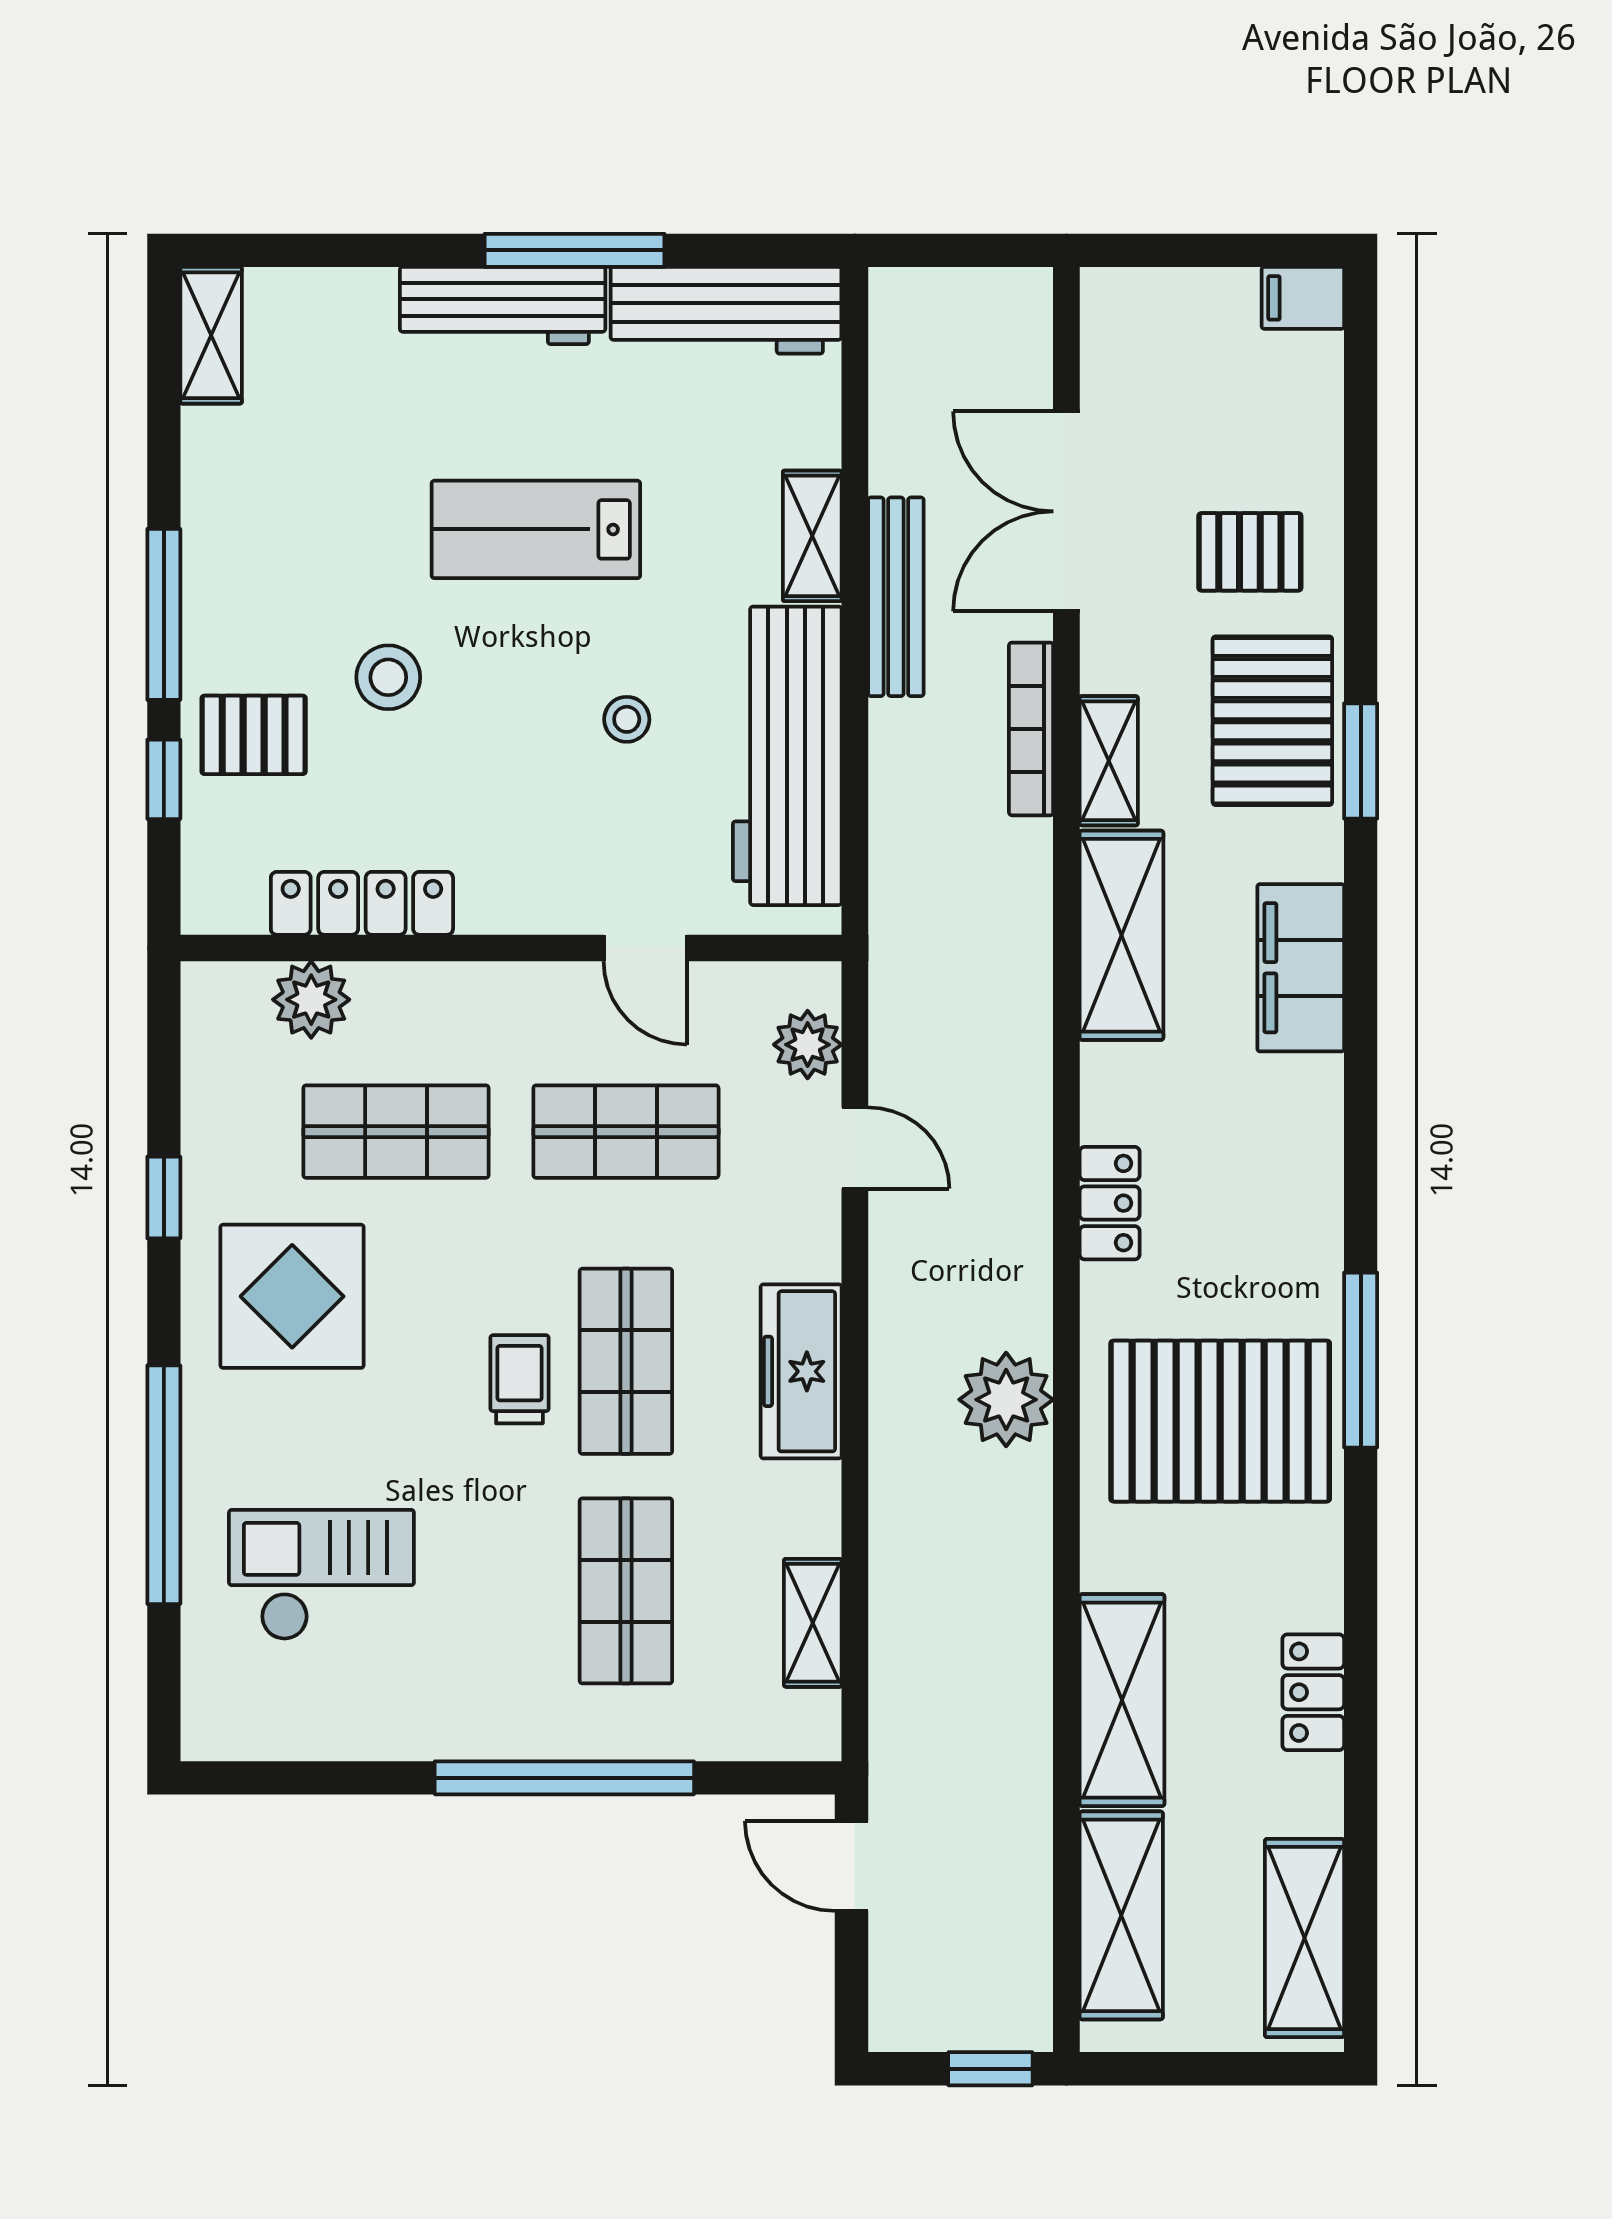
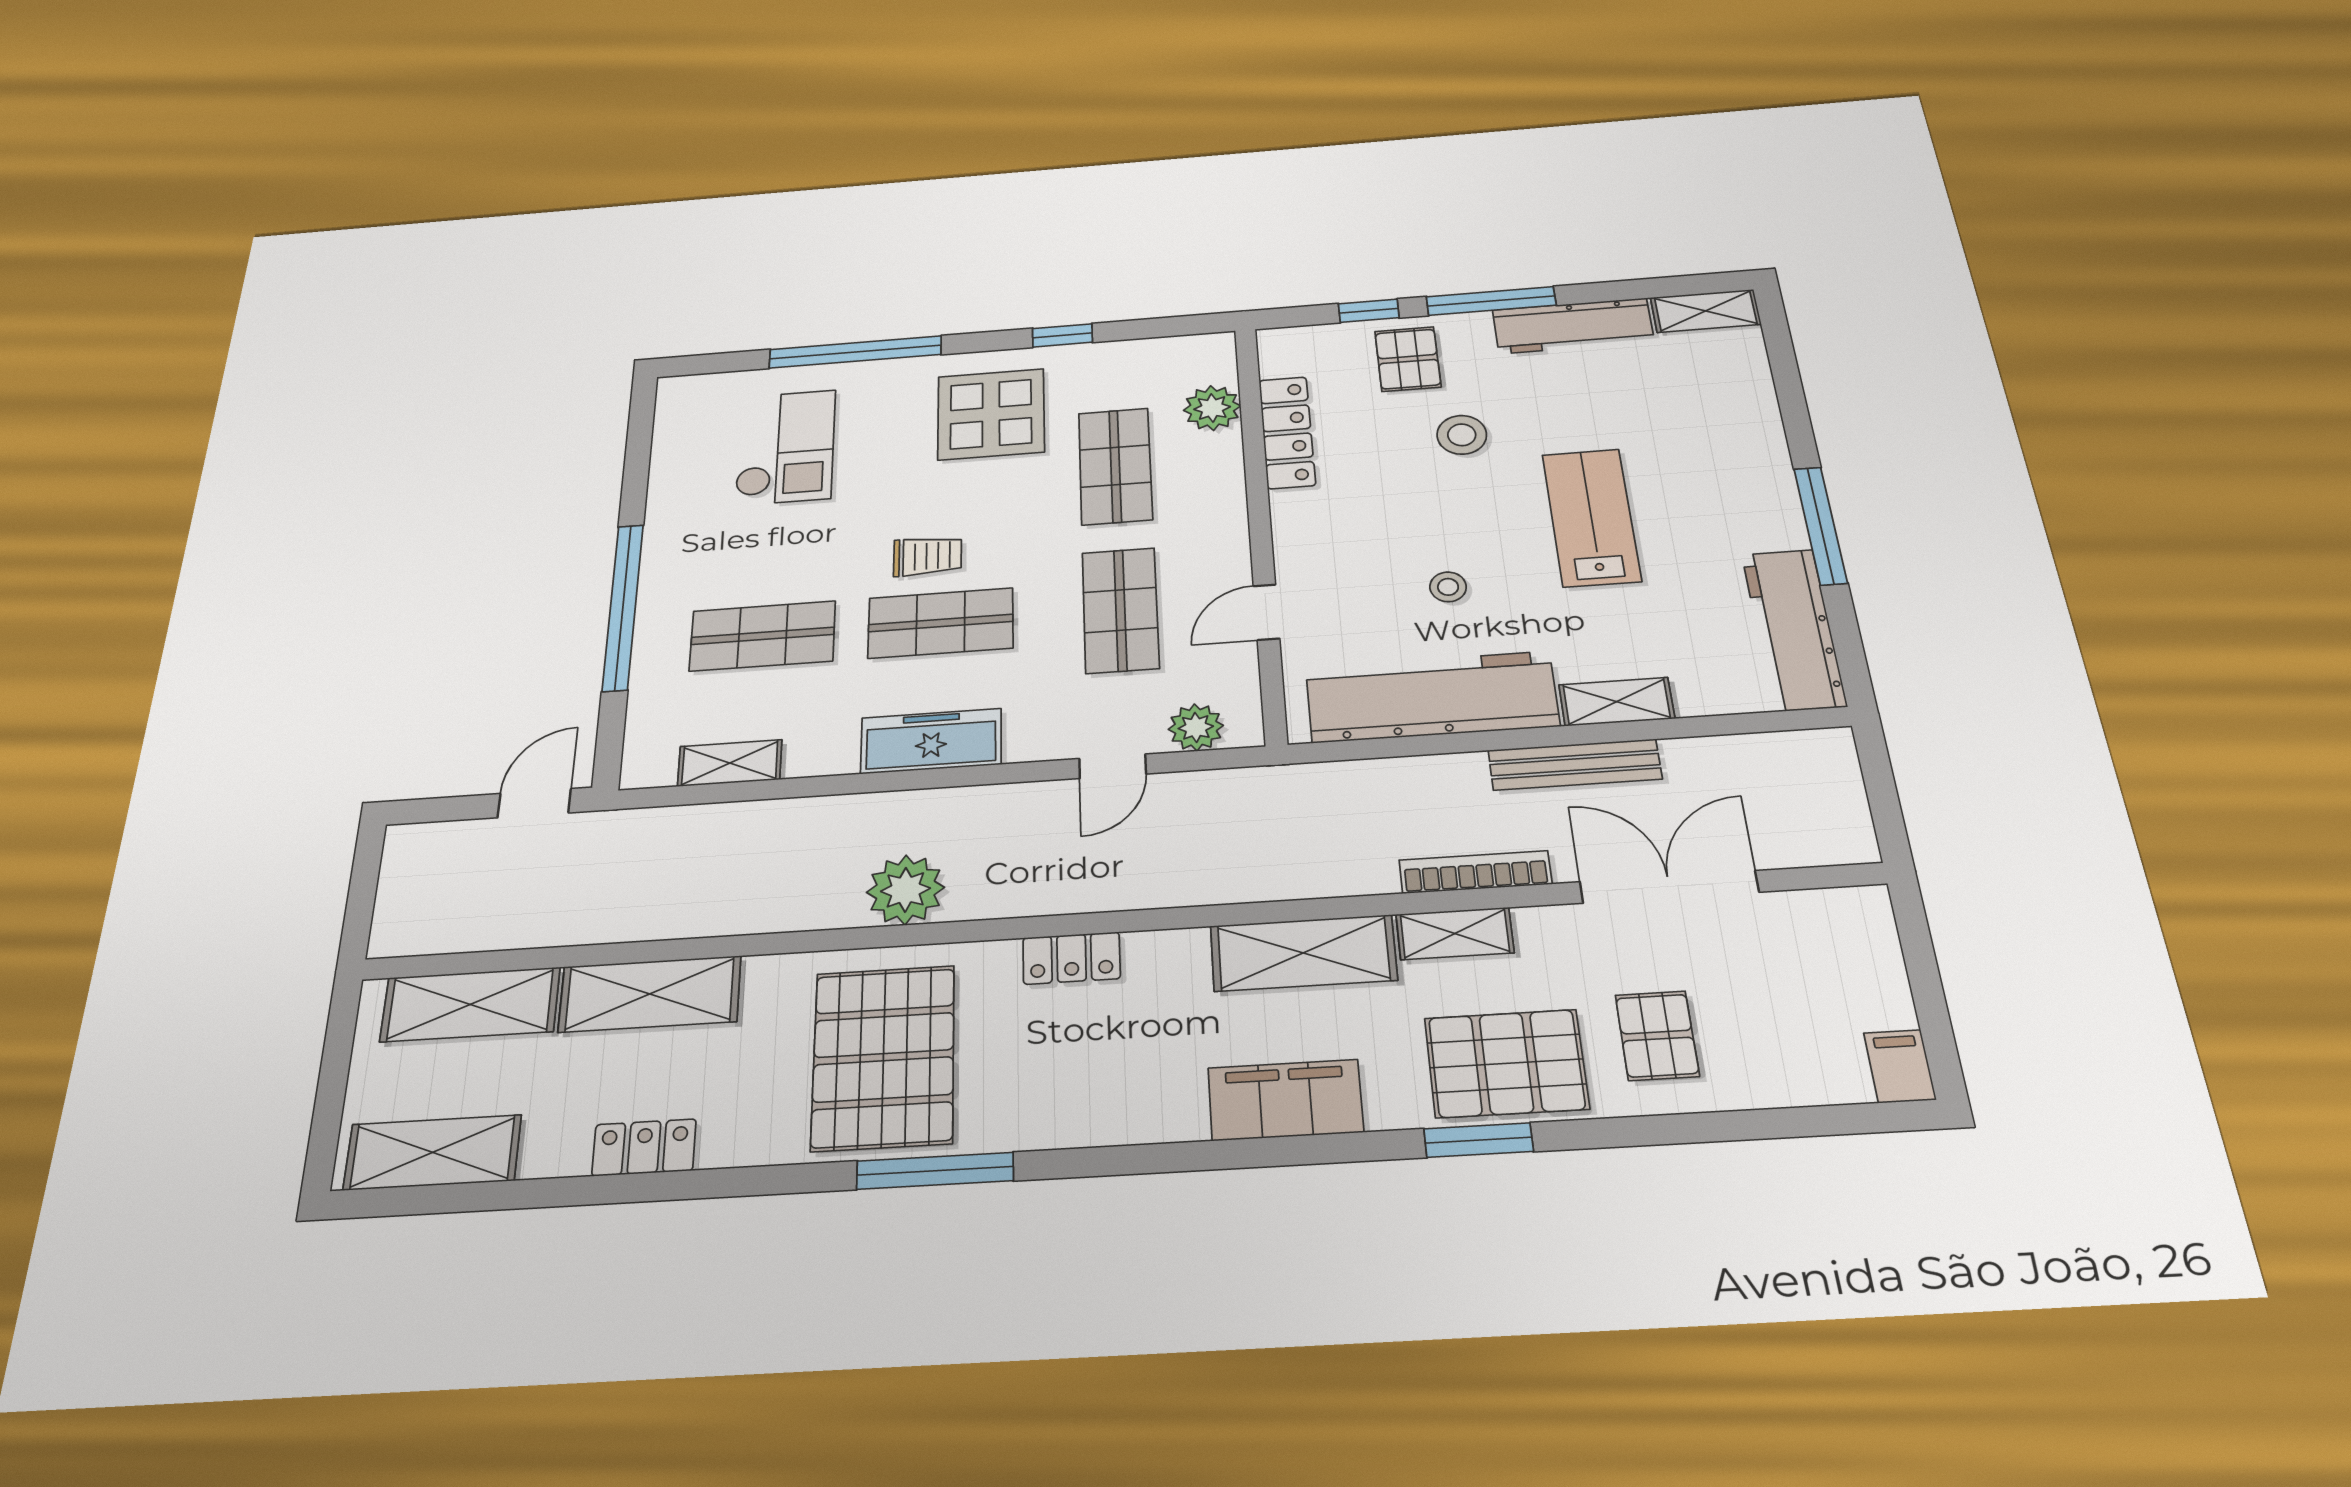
workbench: (503, 306) -> (1573, 326), moved, turned -90
window: (990, 2069) -> (359, 914), removed

